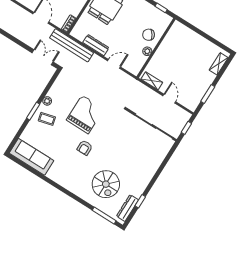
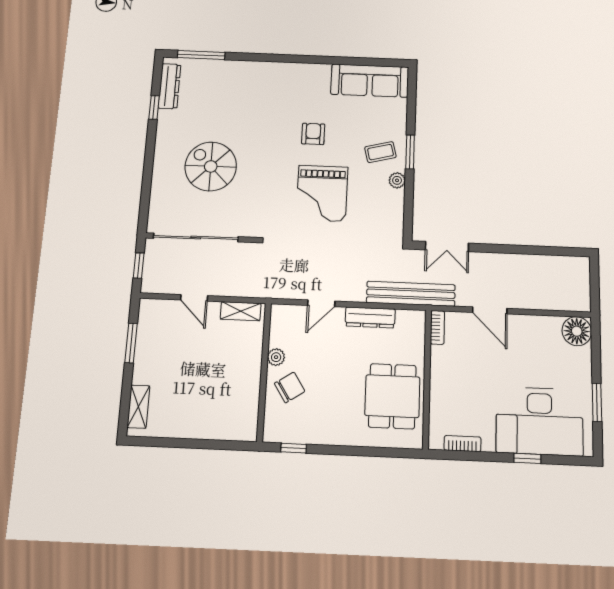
armchair: (85, 148) -> (313, 134), moved
spiral stairs: (106, 184) -> (211, 166), moved

